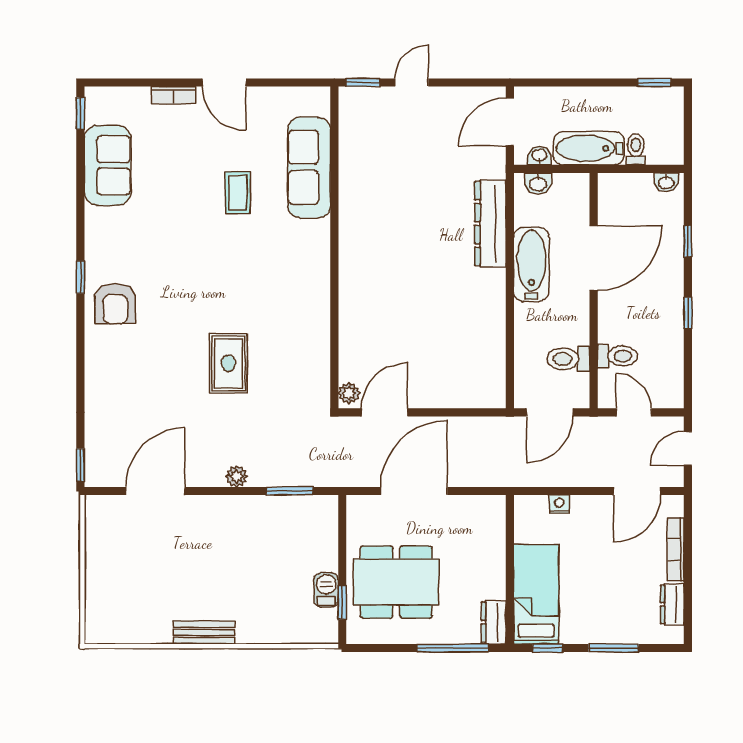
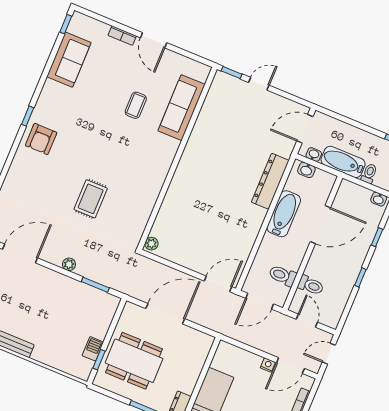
door: (384, 412) -> (218, 284), moved
nightstand: (559, 504) -> (268, 365), moved

